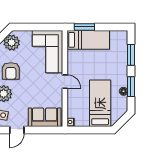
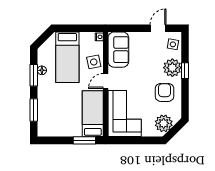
bed: (88, 40) -> (93, 114), moved, turned 90
door: (65, 82) -> (106, 81), hinge flipped
side table: (76, 99) -> (94, 62), added
sofa: (45, 117) -> (118, 50), moved, turned -90

